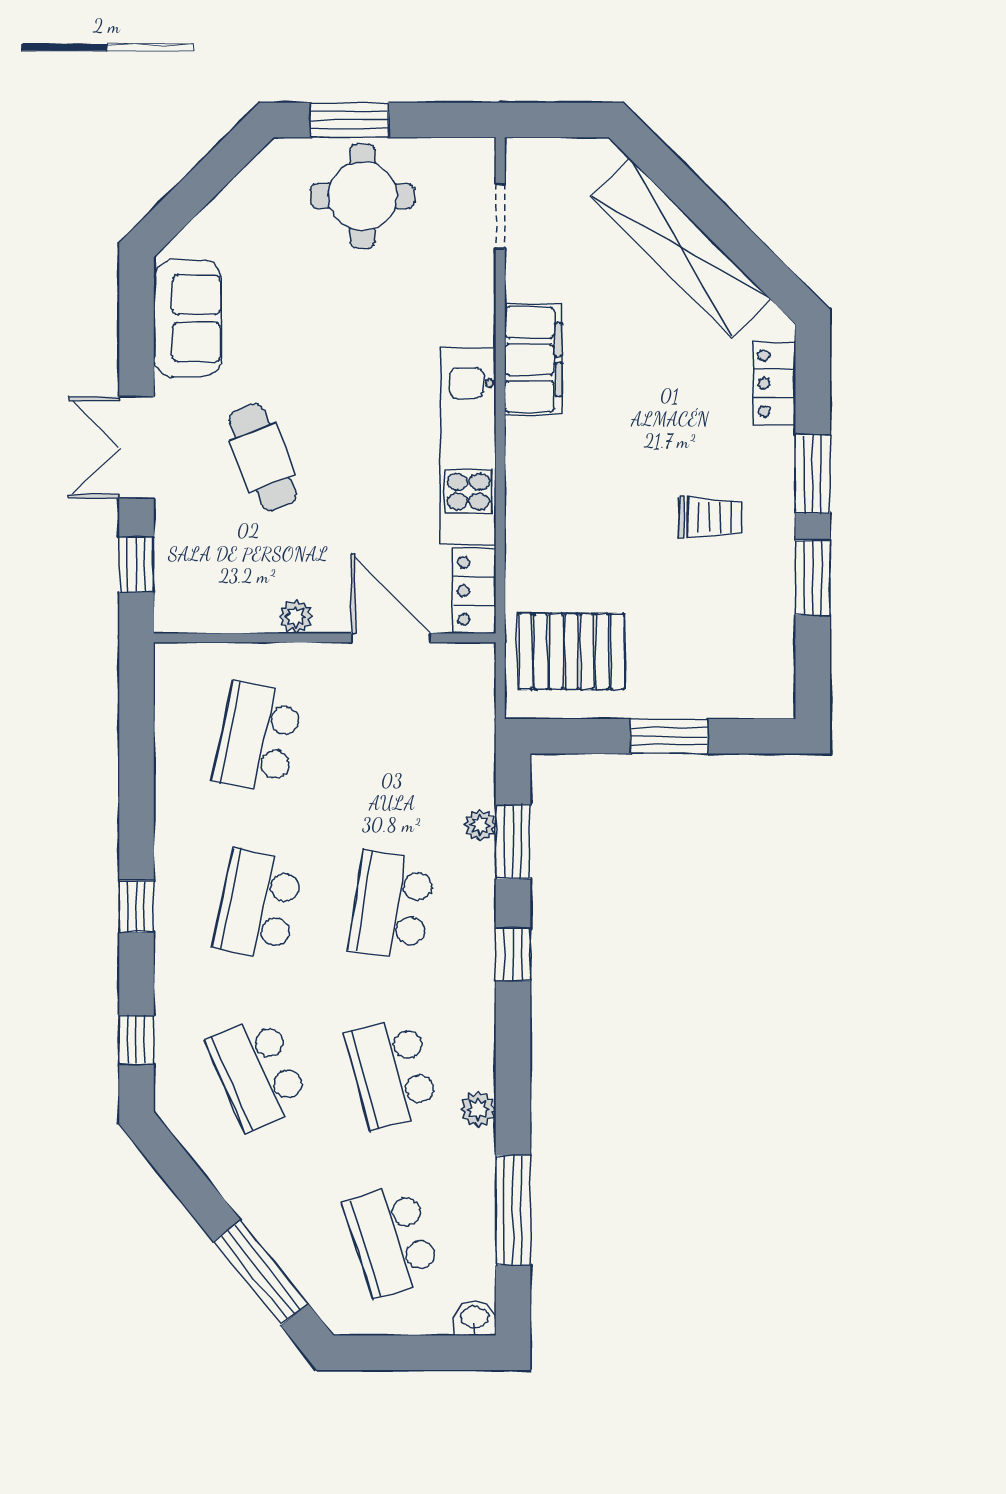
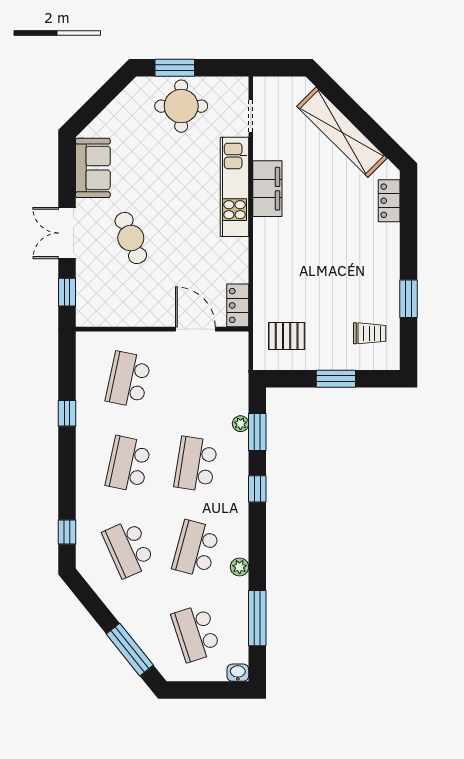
kitchen unit: (468, 446) -> (235, 187), moved
window: (813, 474) -> (408, 246), removed
trolley: (710, 517) -> (370, 333), moved
plant: (296, 617) -> (147, 318), removed
pallet: (571, 651) -> (287, 336), width x0.67, depth x0.71
window: (136, 906) -> (67, 413), moved
school desk: (392, 1073) -> (196, 549), turned 30

